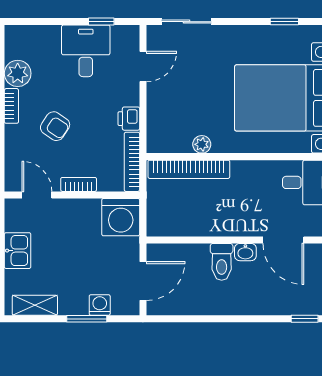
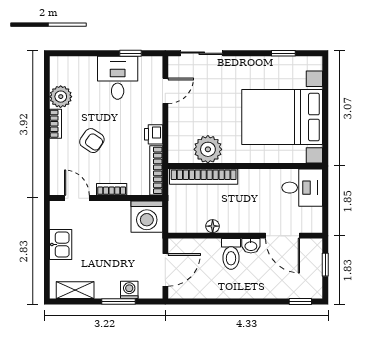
plant: (202, 144) -> (208, 149), width x1.87, depth x1.87
floor lamp: (199, 229) -> (213, 226), added

